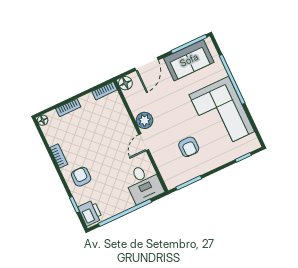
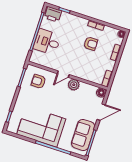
door: (147, 64) -> (101, 112), swing flipped
door: (144, 142) -> (63, 74), swing flipped
armchair: (189, 147) -> (38, 81), moved
armchair: (81, 177) -> (91, 44), moved
desk: (144, 183) -> (47, 42), moved

